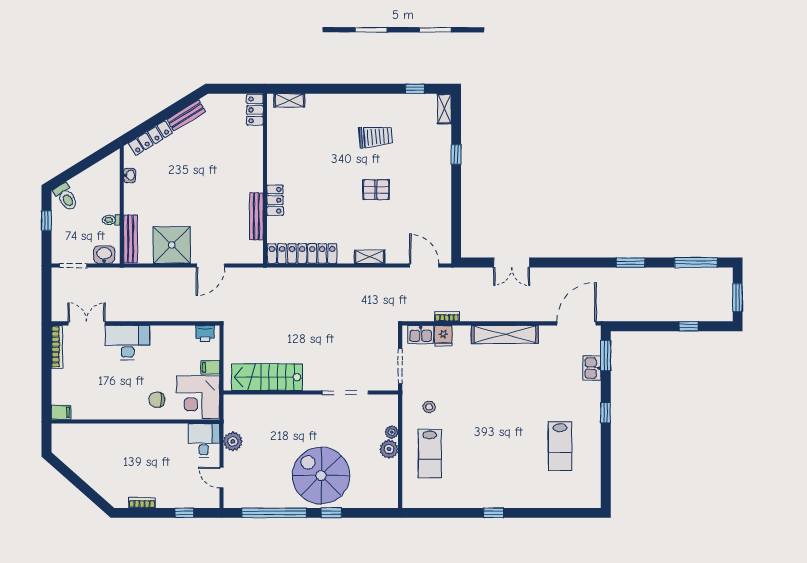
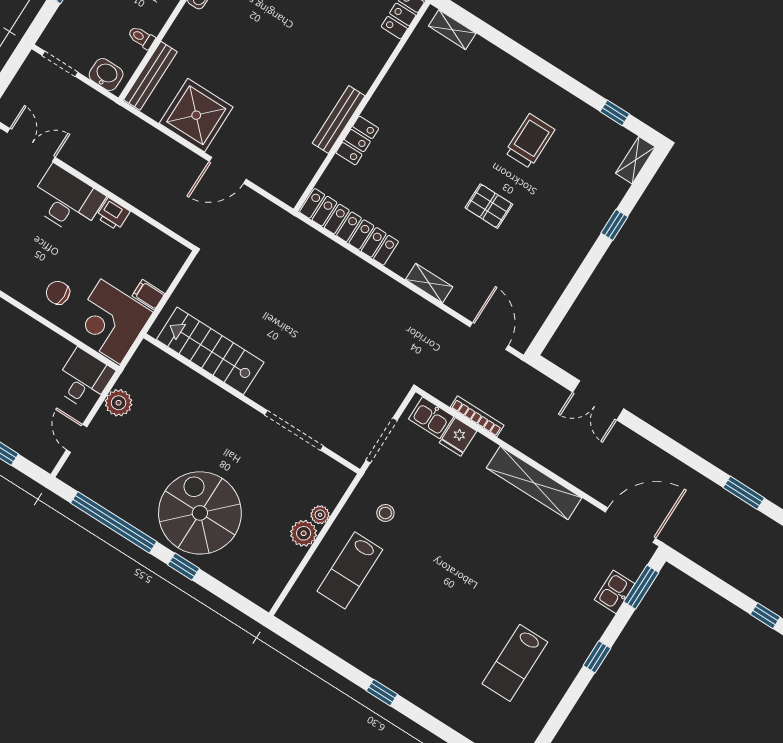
trolley: (376, 137) -> (530, 141), turned -85
bench: (256, 216) -> (339, 120), moved
bookcase: (447, 317) -> (477, 416), width x1.56
printer: (205, 334) -> (113, 214), moved

